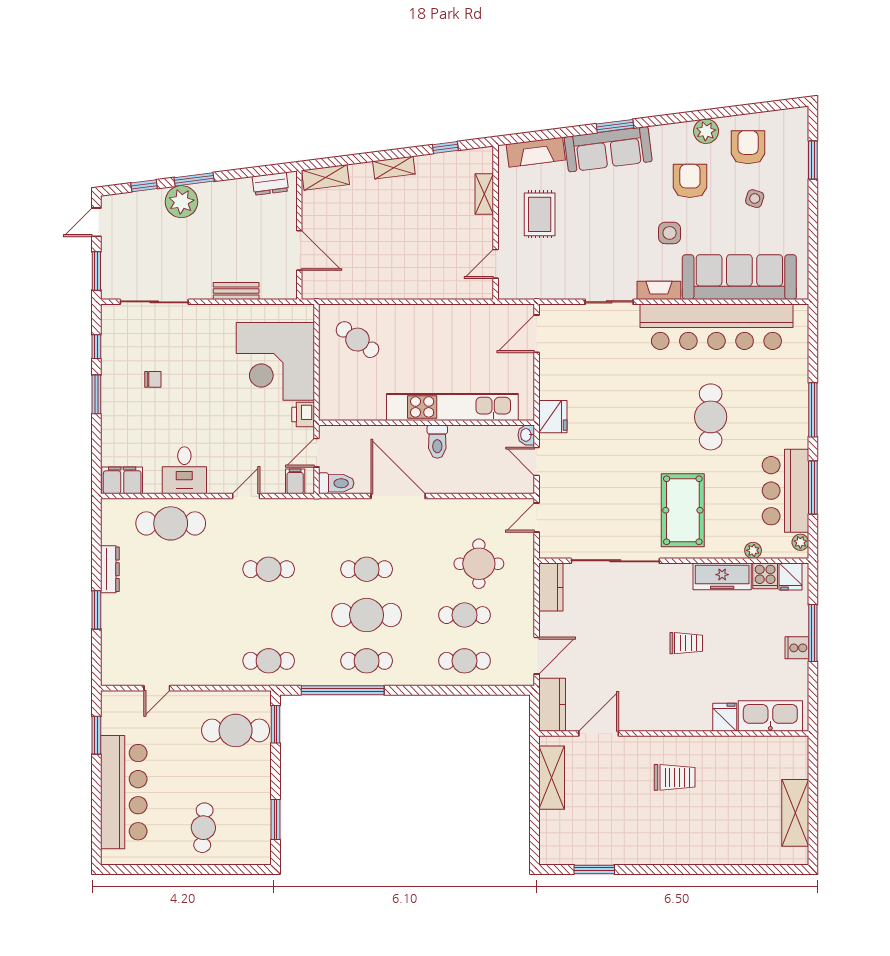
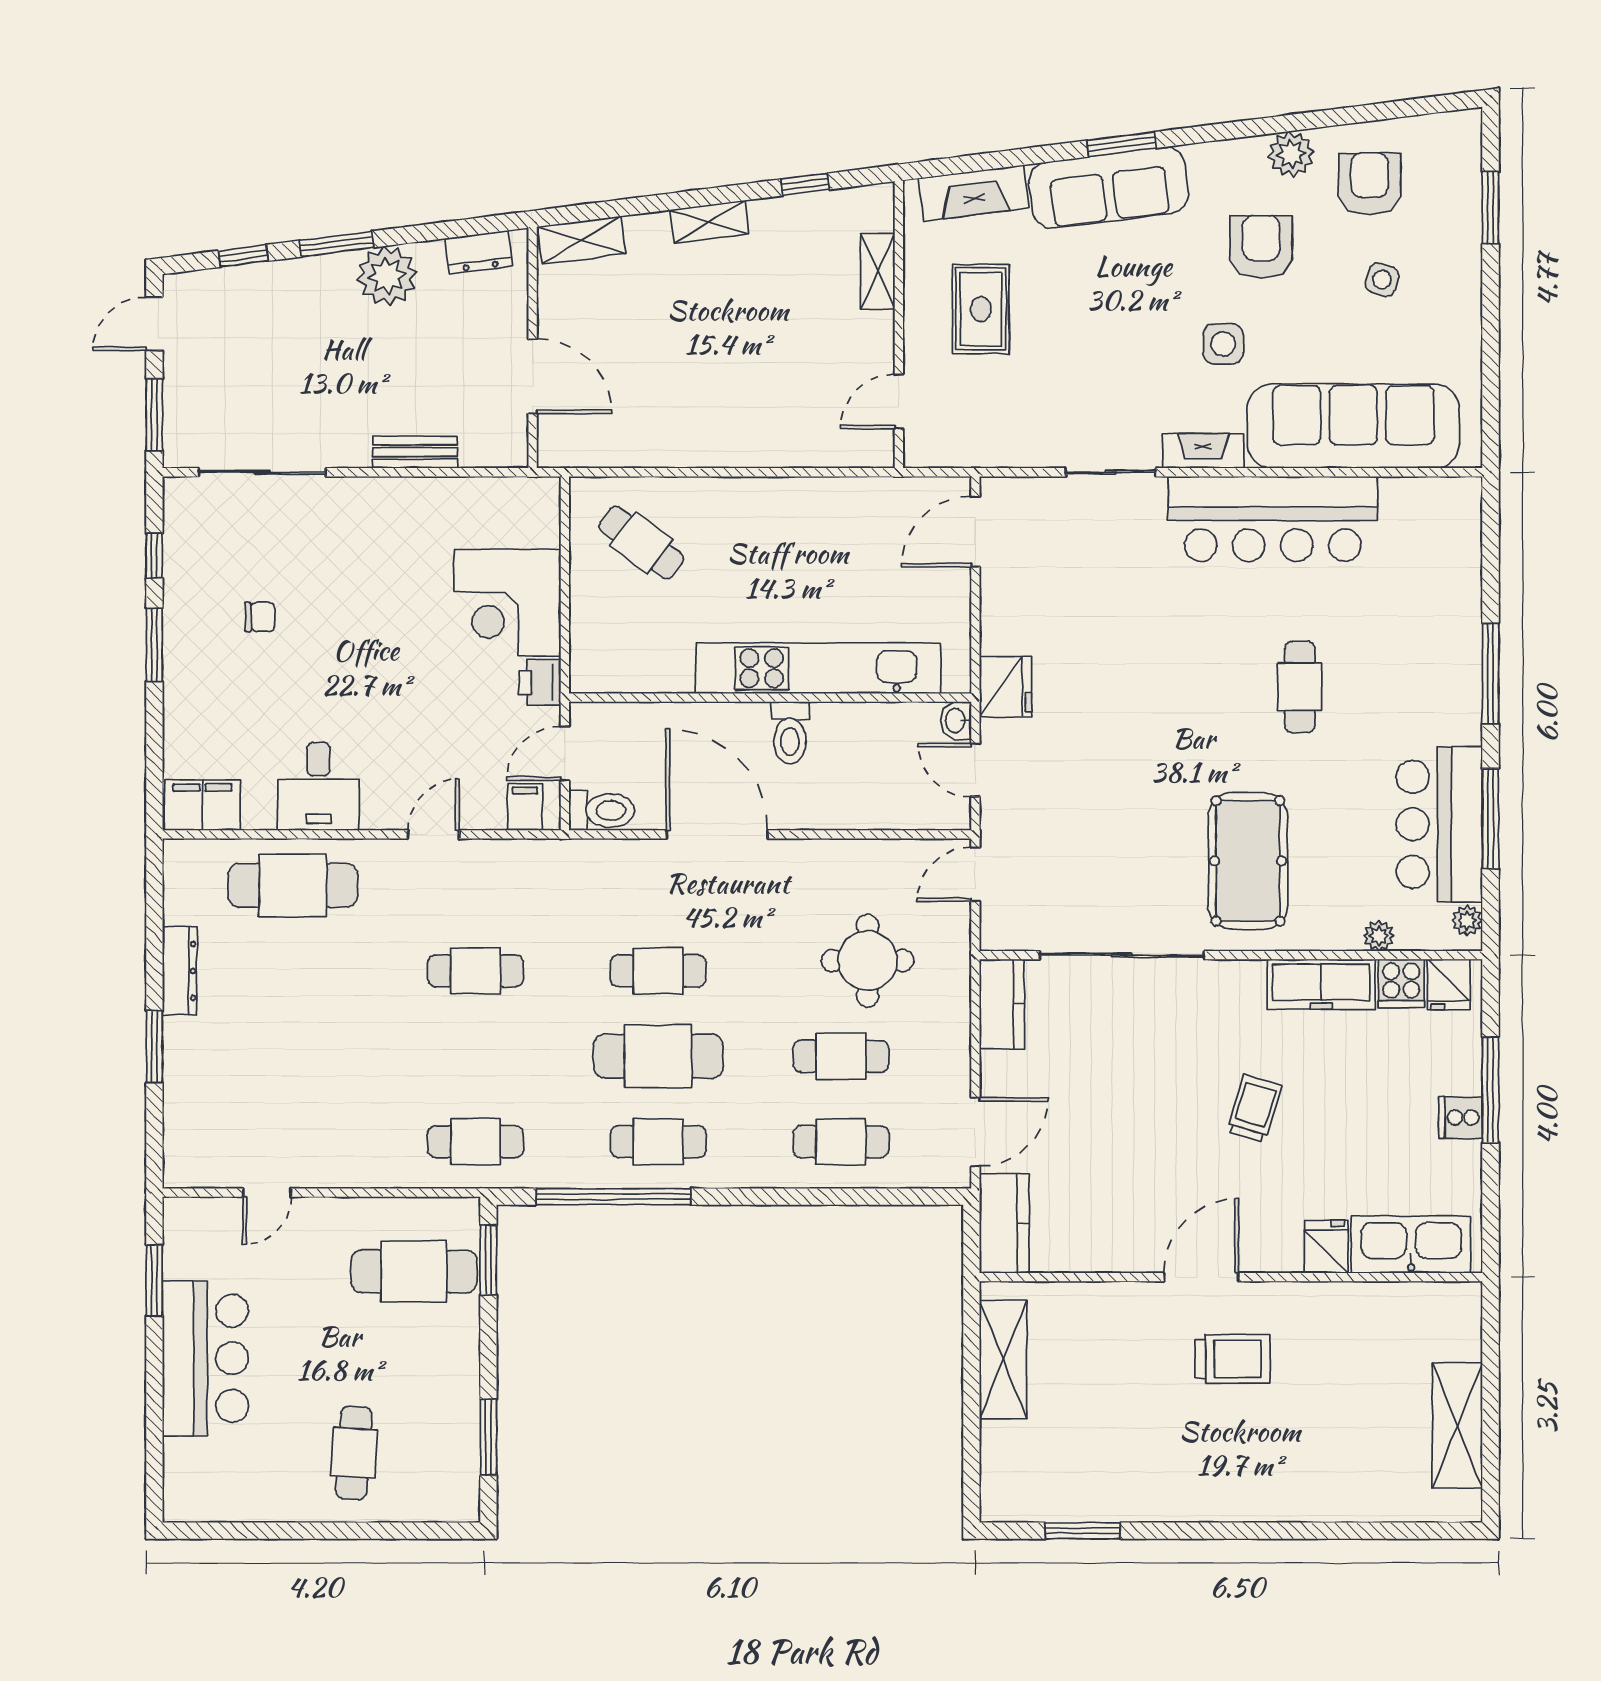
plant: (181, 202) -> (387, 276), moved
bar counter: (716, 327) -> (1273, 519), width x0.73
corner desk: (275, 361) -> (507, 603), width x0.74, depth x0.74
cafe table: (711, 417) -> (1300, 687), width x0.73, depth x0.74
trolley: (686, 643) -> (1254, 1109), turned -73
door: (599, 733) -> (1201, 1277), moved
bar counter: (124, 792) -> (205, 1358), width x0.73

